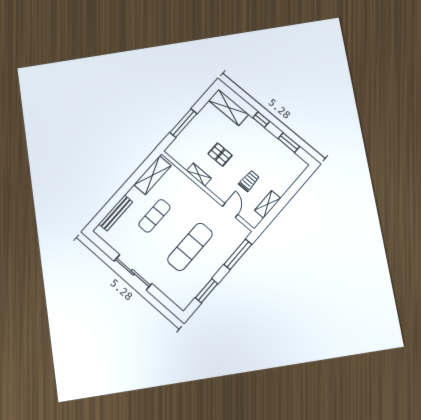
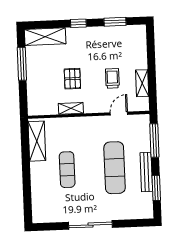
window: (183, 123) -> (22, 64), moved
pallet: (220, 155) -> (72, 79), turned 90
door: (230, 210) -> (119, 114), hinge flipped
bench: (116, 213) -> (146, 172), moved

